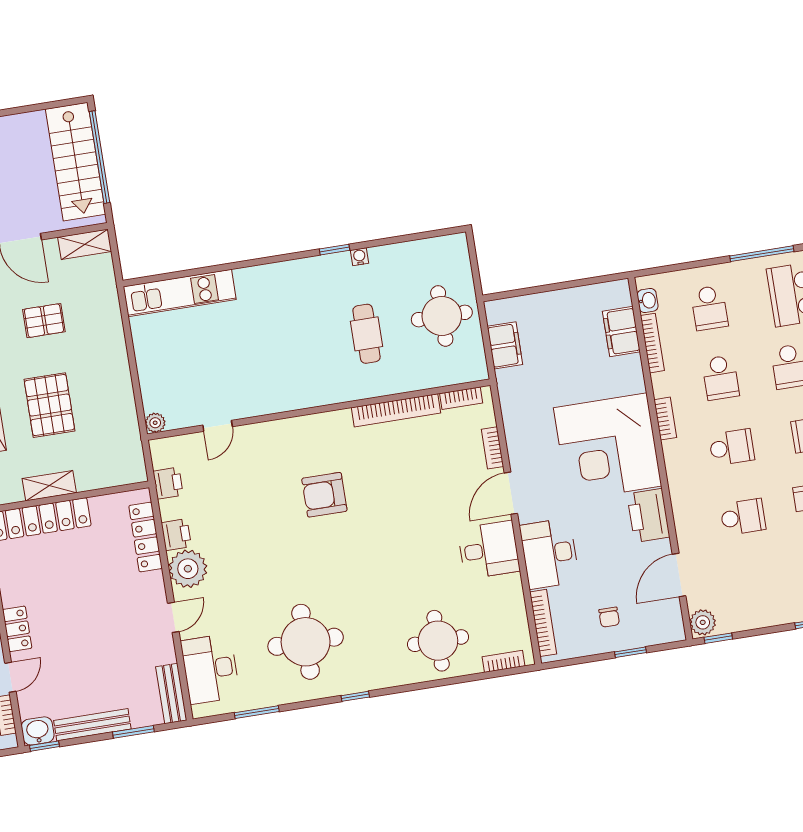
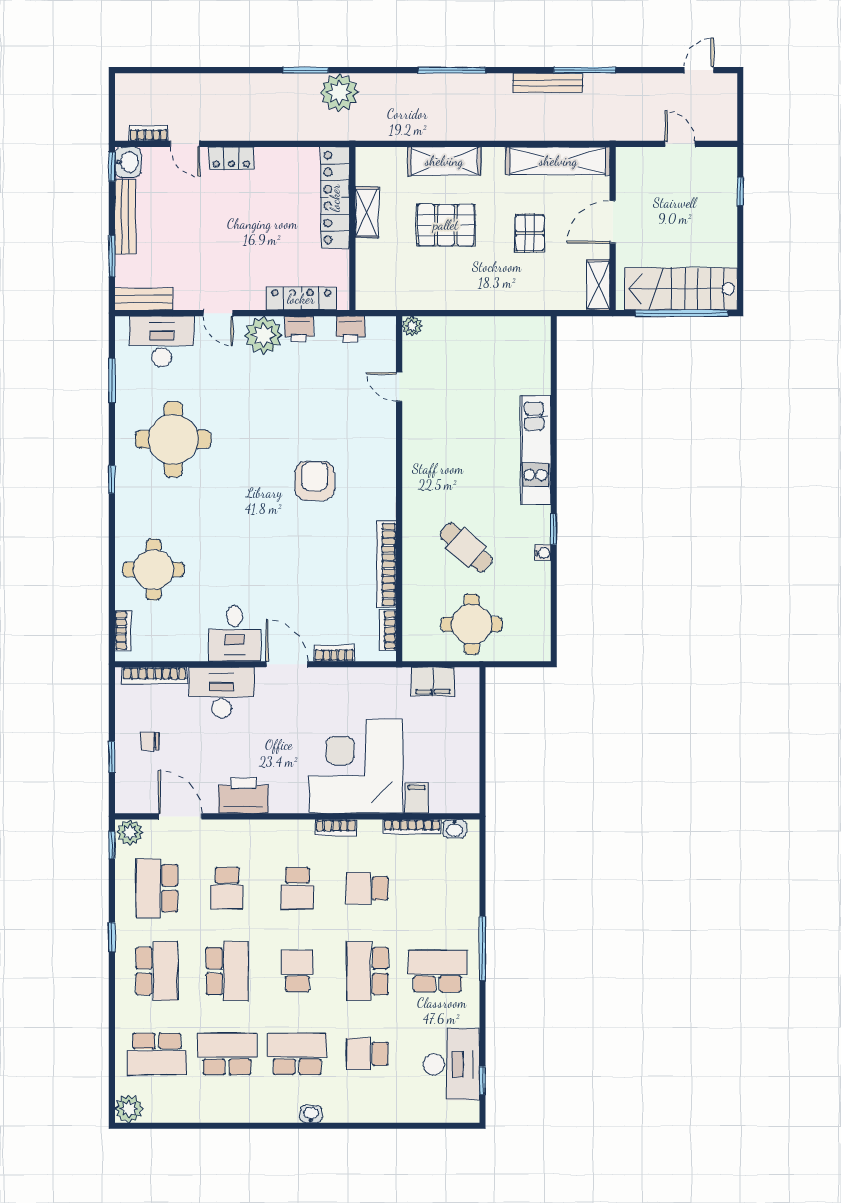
kitchen unit: (180, 293) -> (535, 450), moved
school desk: (709, 308) -> (157, 888), moved, width x1.85
filing cabinet: (621, 332) -> (417, 798), width x0.50
cafe table: (367, 334) -> (466, 548), turned 42
corner desk: (608, 447) -> (356, 766), moved

